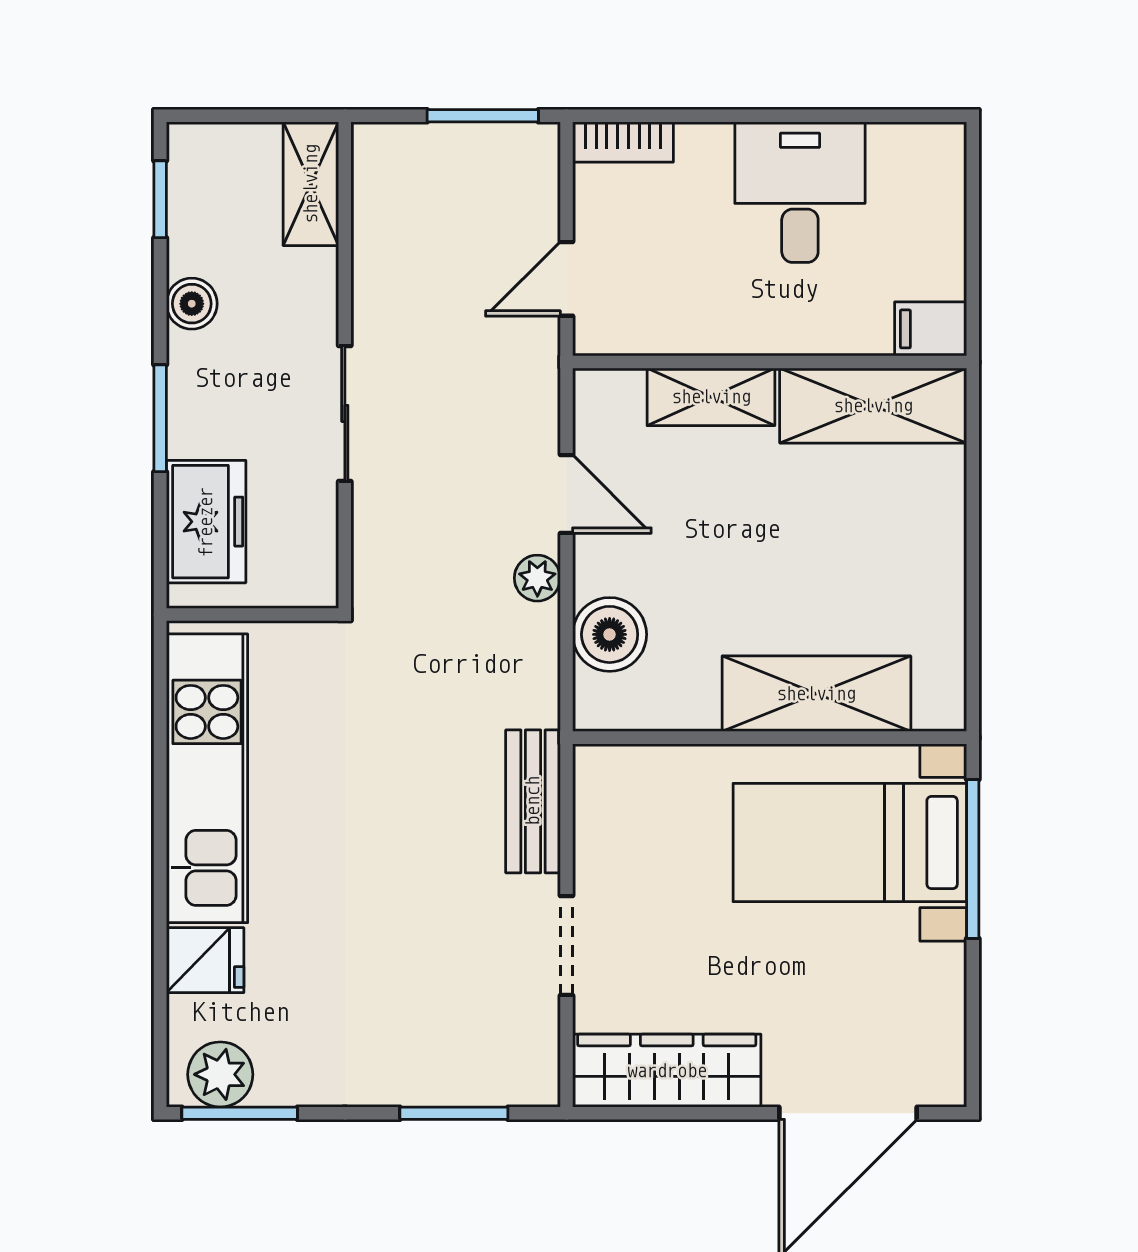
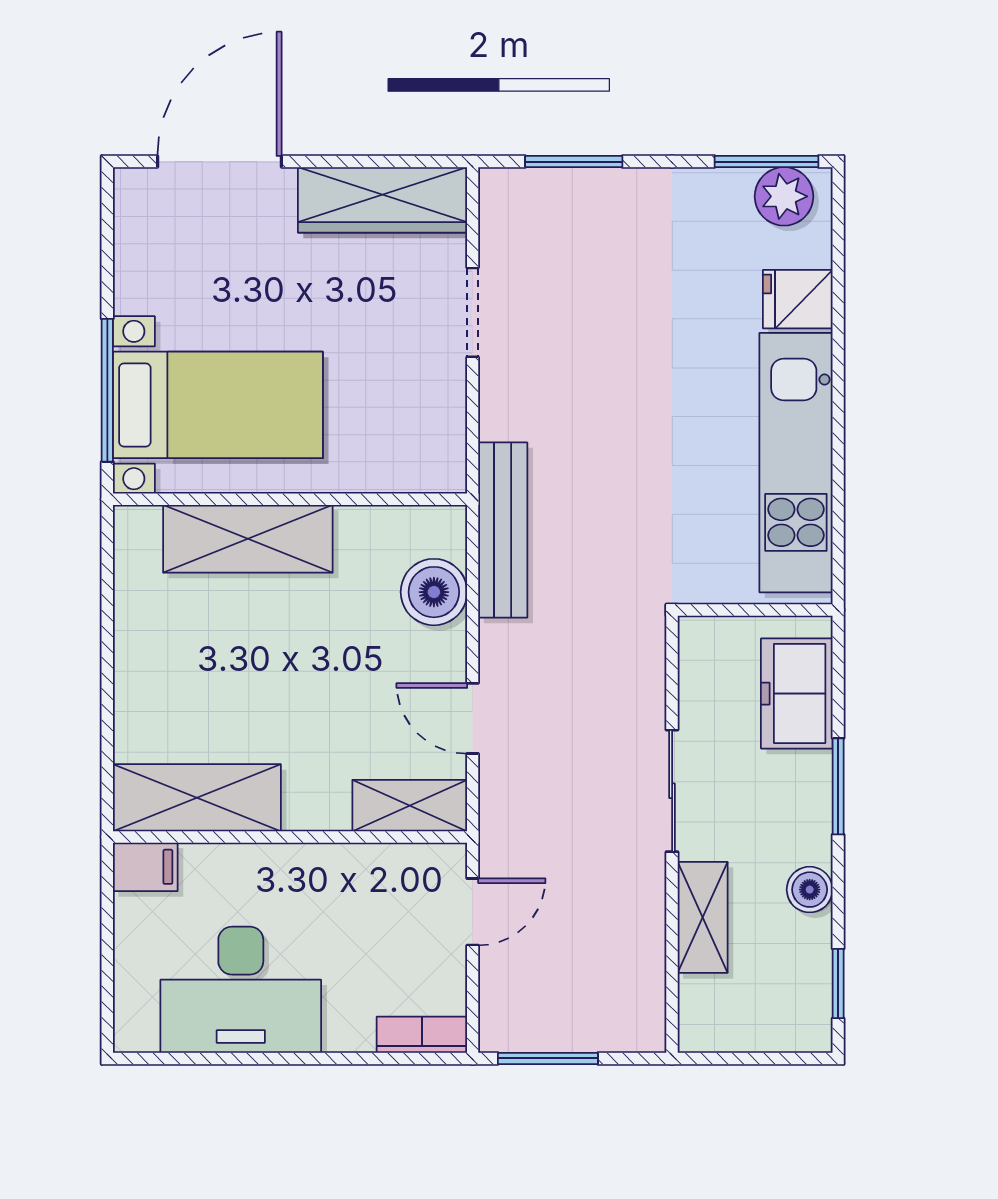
shelving: (311, 184) -> (703, 917), moved
desk: (800, 192) -> (241, 990), width x1.37
shelving: (711, 397) -> (410, 806), moved
plant: (537, 578) -> (499, 643), removed
bench: (533, 801) -> (503, 530), moved, width x1.36

